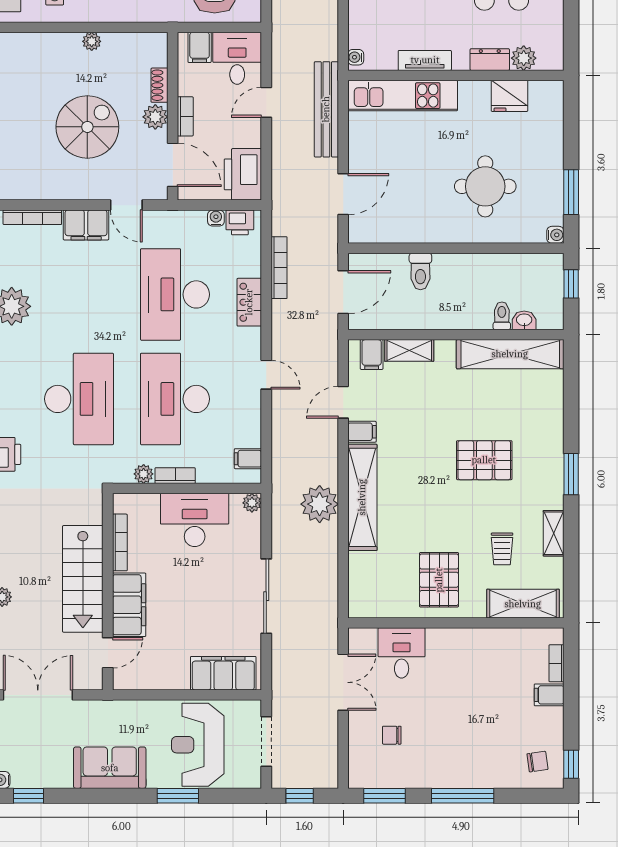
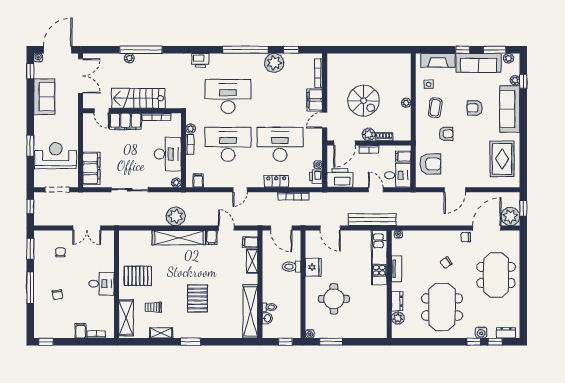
fridge: (509, 96) -> (313, 267), moved, turned 180
desk: (79, 399) -> (228, 96), turned 180
desk: (402, 653) -> (101, 284), moved
chair: (537, 762) -> (57, 295), moved
sofa: (110, 768) -> (44, 97), moved

